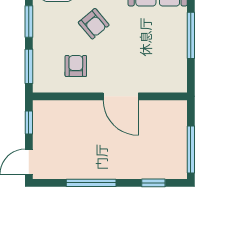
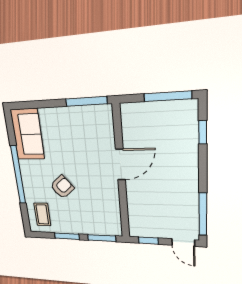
window: (191, 35) -> (86, 101), moved
armchair: (76, 66) -> (98, 202), removed
window: (91, 183) -> (203, 214), moved

